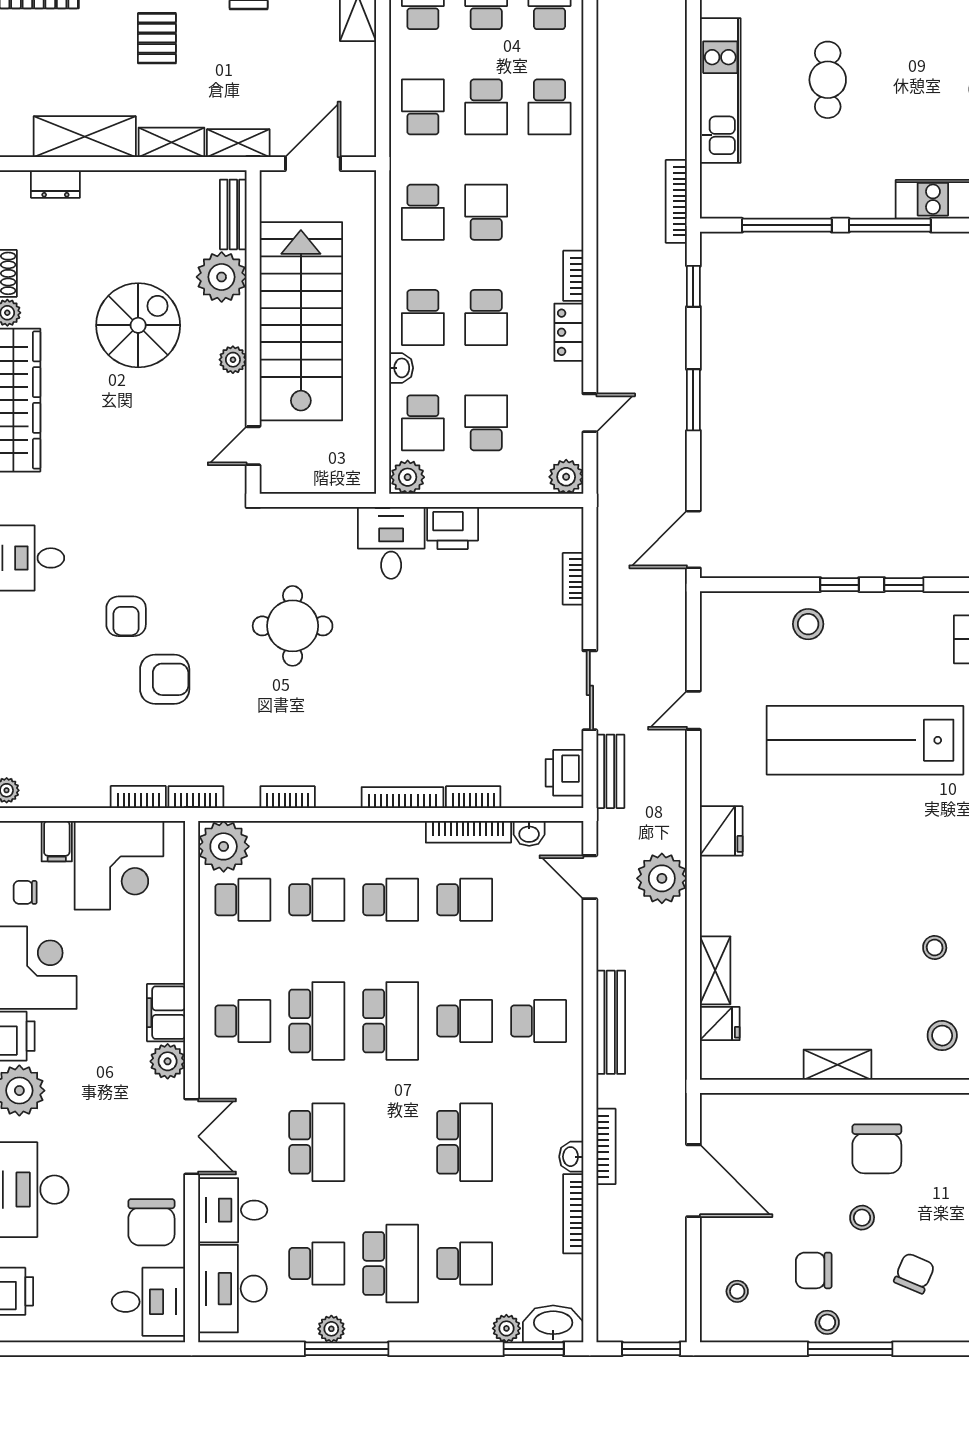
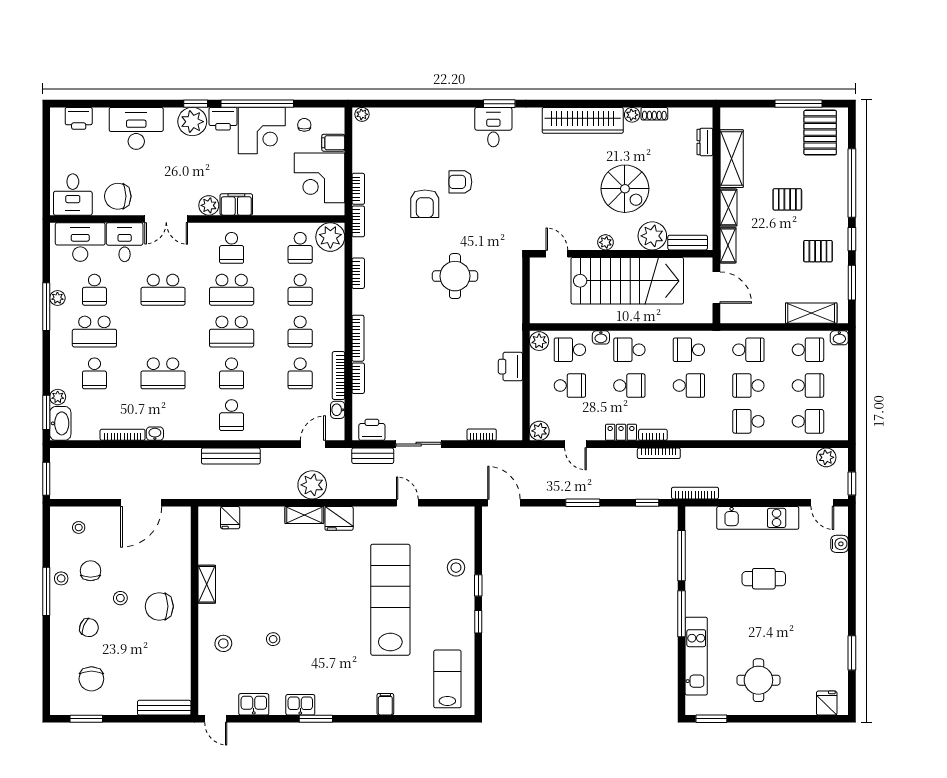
school desk: (486, 318) -> (629, 386), turned 180
desk: (391, 543) -> (502, 332), removed
shelving: (715, 970) -> (304, 515), moved
bookcase: (606, 1146) -> (659, 453), moved

